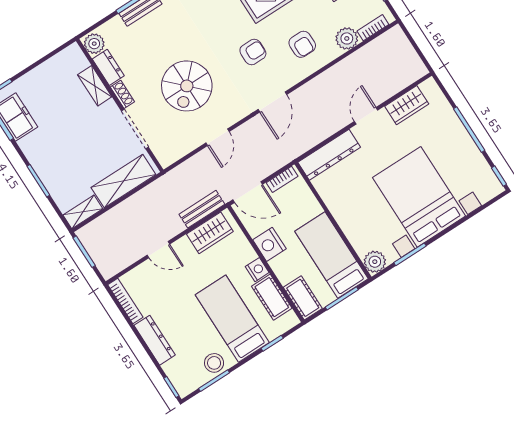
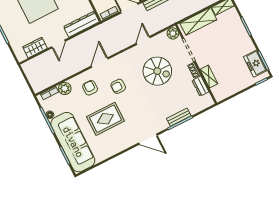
plant: (94, 44) -> (173, 33), moved
spiral stairs: (187, 86) -> (157, 71), turned 90
door: (272, 102) -> (100, 62), moved

